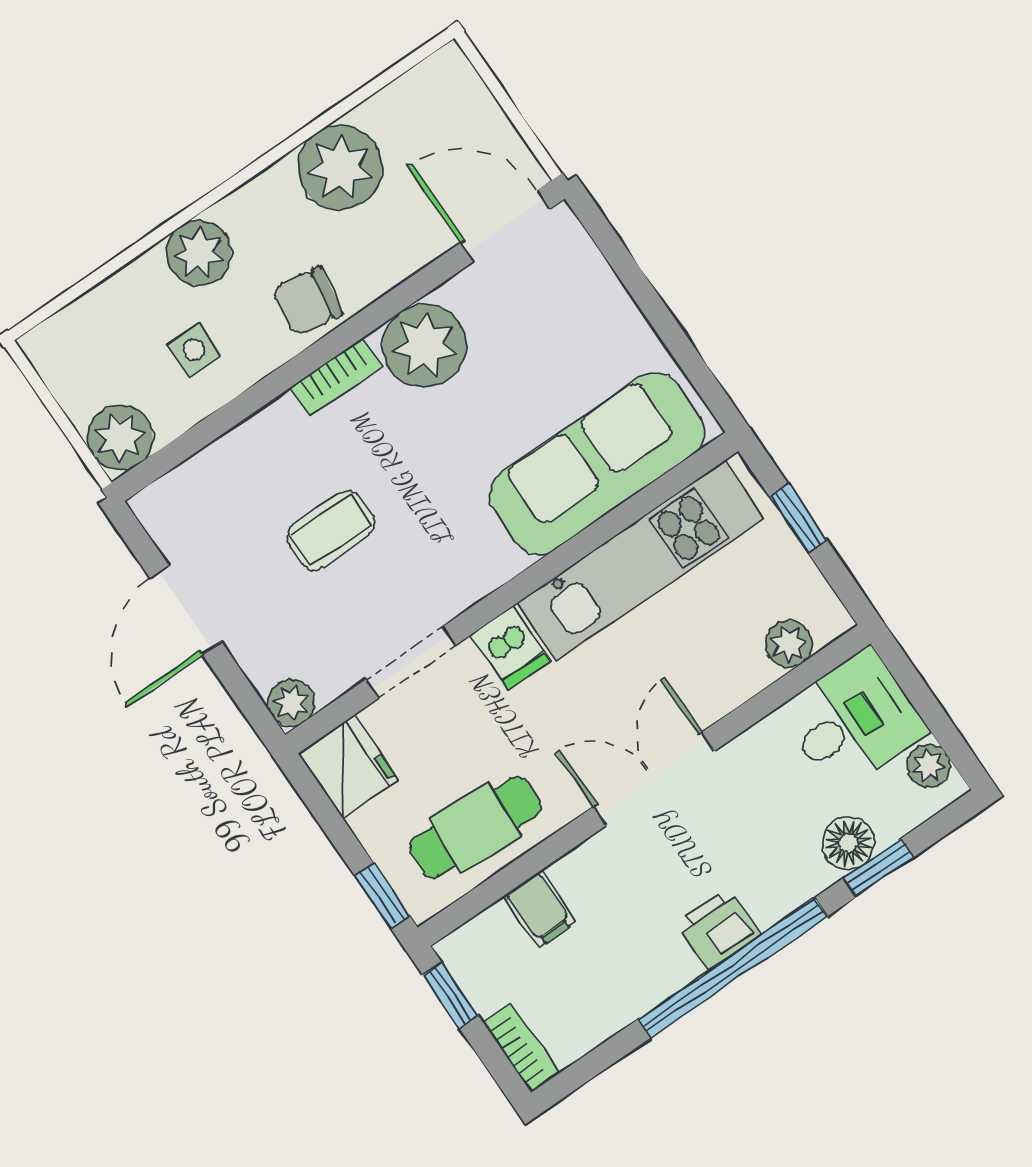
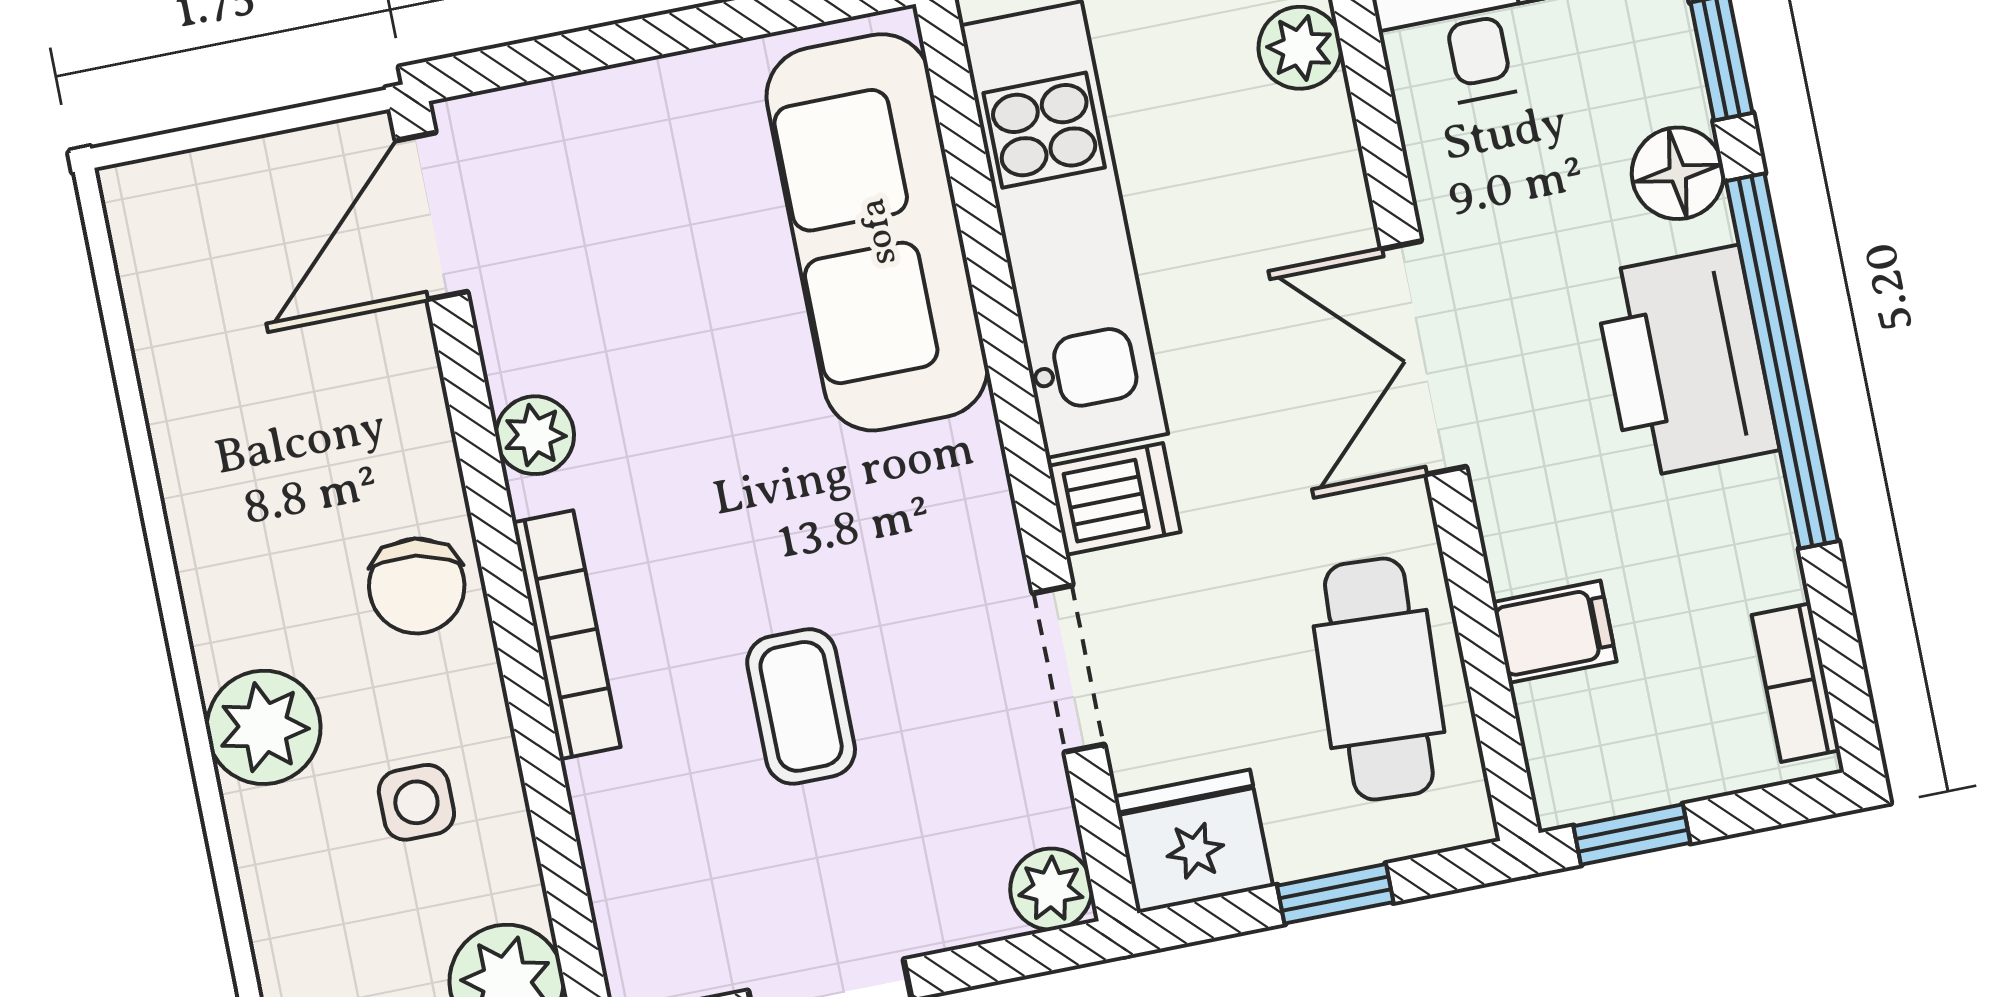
plant: (340, 168) -> (224, 441), removed
plant: (424, 346) -> (535, 435), width x0.53, depth x0.53
bookcase: (336, 377) -> (567, 635), width x1.56
floor lamp: (848, 843) -> (1678, 173), moved
window: (382, 896) -> (1335, 894), moved
printer: (719, 929) -> (1686, 362), width x1.87, depth x1.48
bookcase: (521, 1048) -> (1796, 683), moved, turned -90

